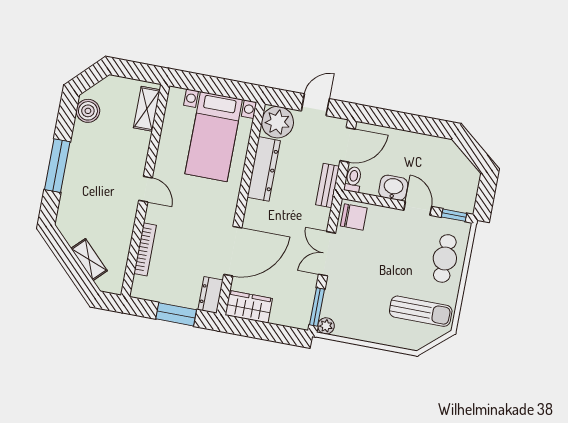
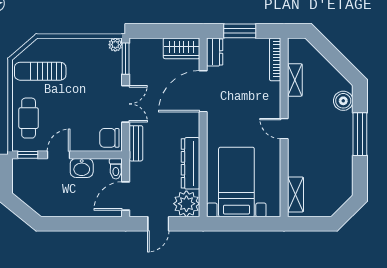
boiler: (88, 111) -> (343, 101), moved
bench: (327, 186) -> (136, 143), moved
door: (418, 208) -> (59, 155), swing flipped
bookcase: (145, 249) -> (275, 59), moved
shelving: (89, 260) -> (295, 80), moved, turned 45

